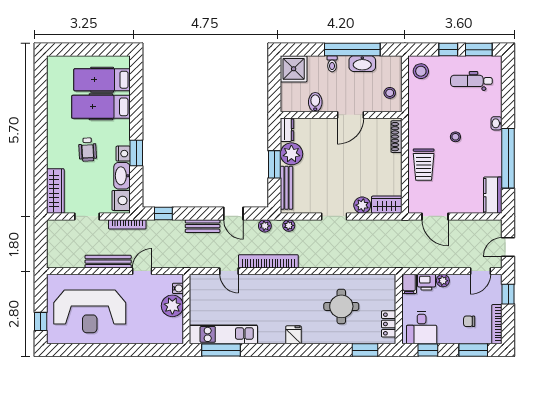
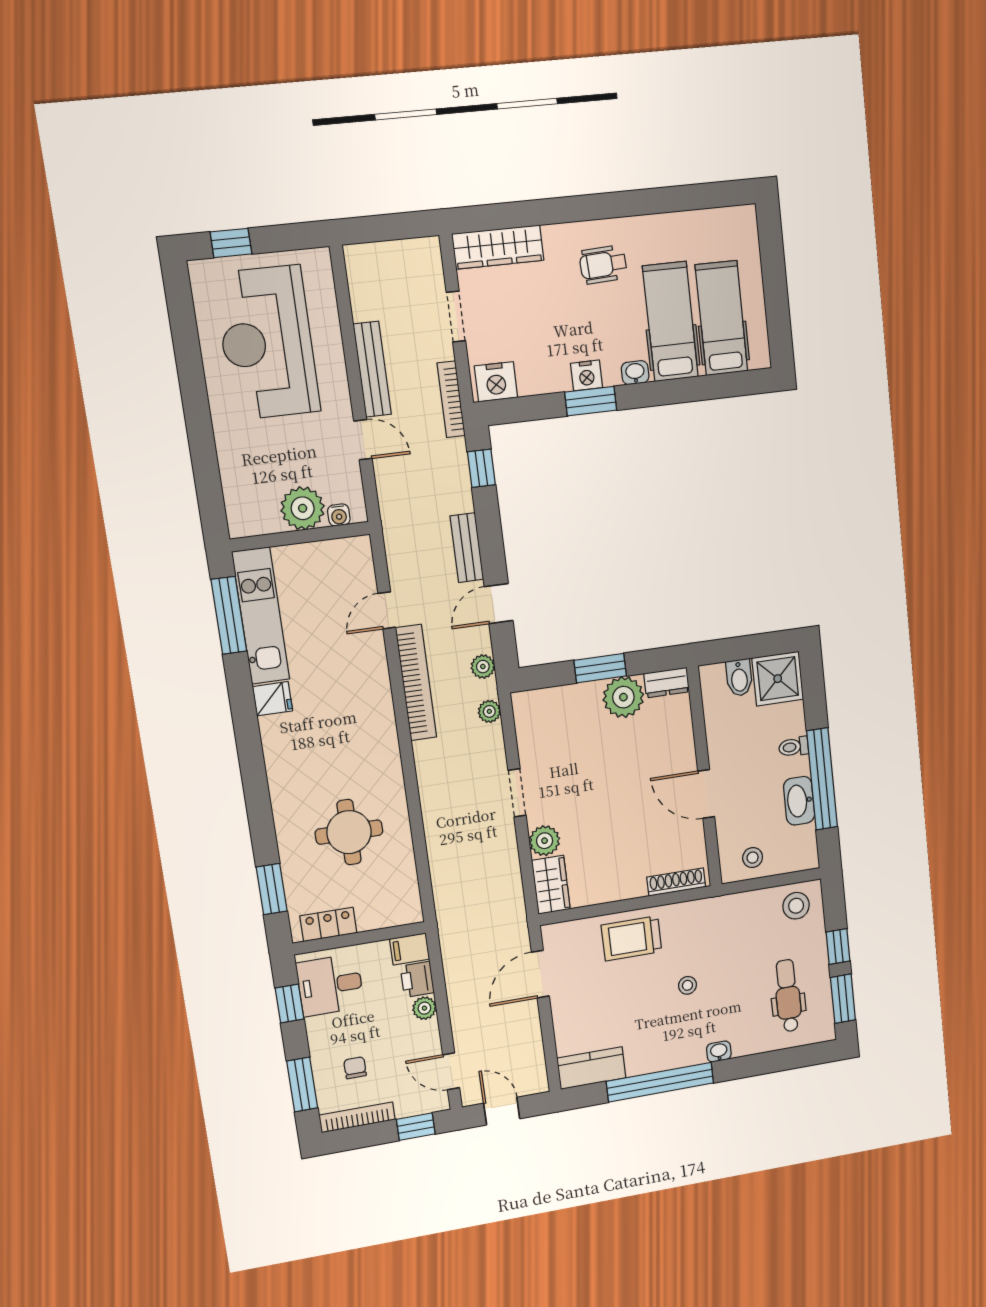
bidet: (315, 102) -> (739, 678), moved, turned 90
wheelchair: (88, 150) -> (603, 265), moved
washbasin: (122, 176) -> (635, 373), moved, width x0.52, depth x0.69
bench: (286, 188) -> (559, 697), removed
fridge: (294, 335) -> (273, 699), moved

